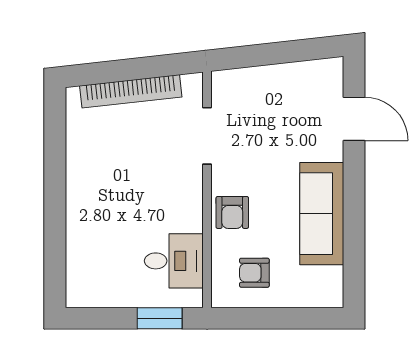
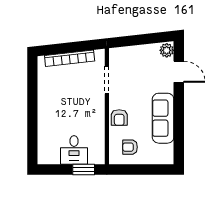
plant: (329, 75) -> (167, 50), added
desk: (174, 261) -> (74, 150), moved, turned 90

